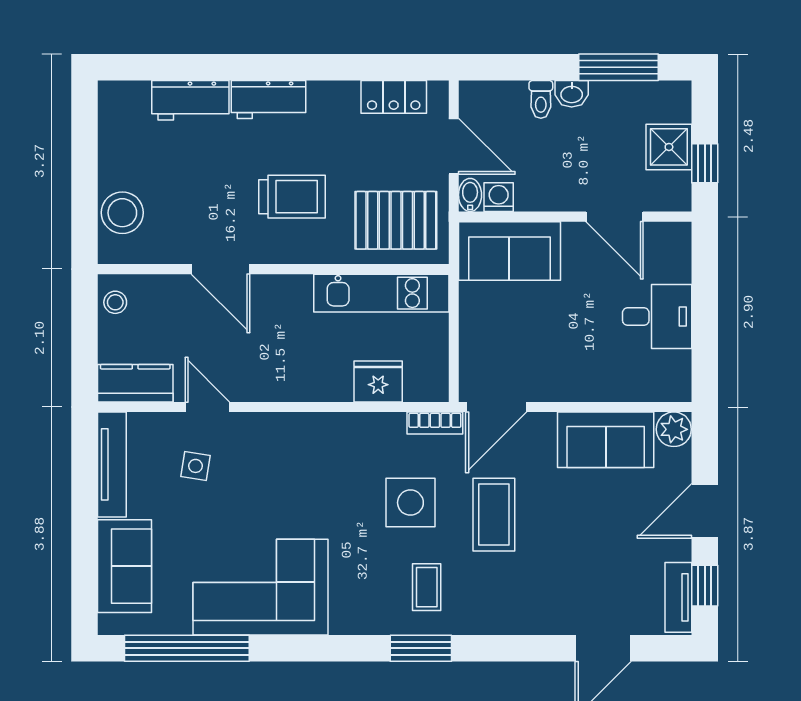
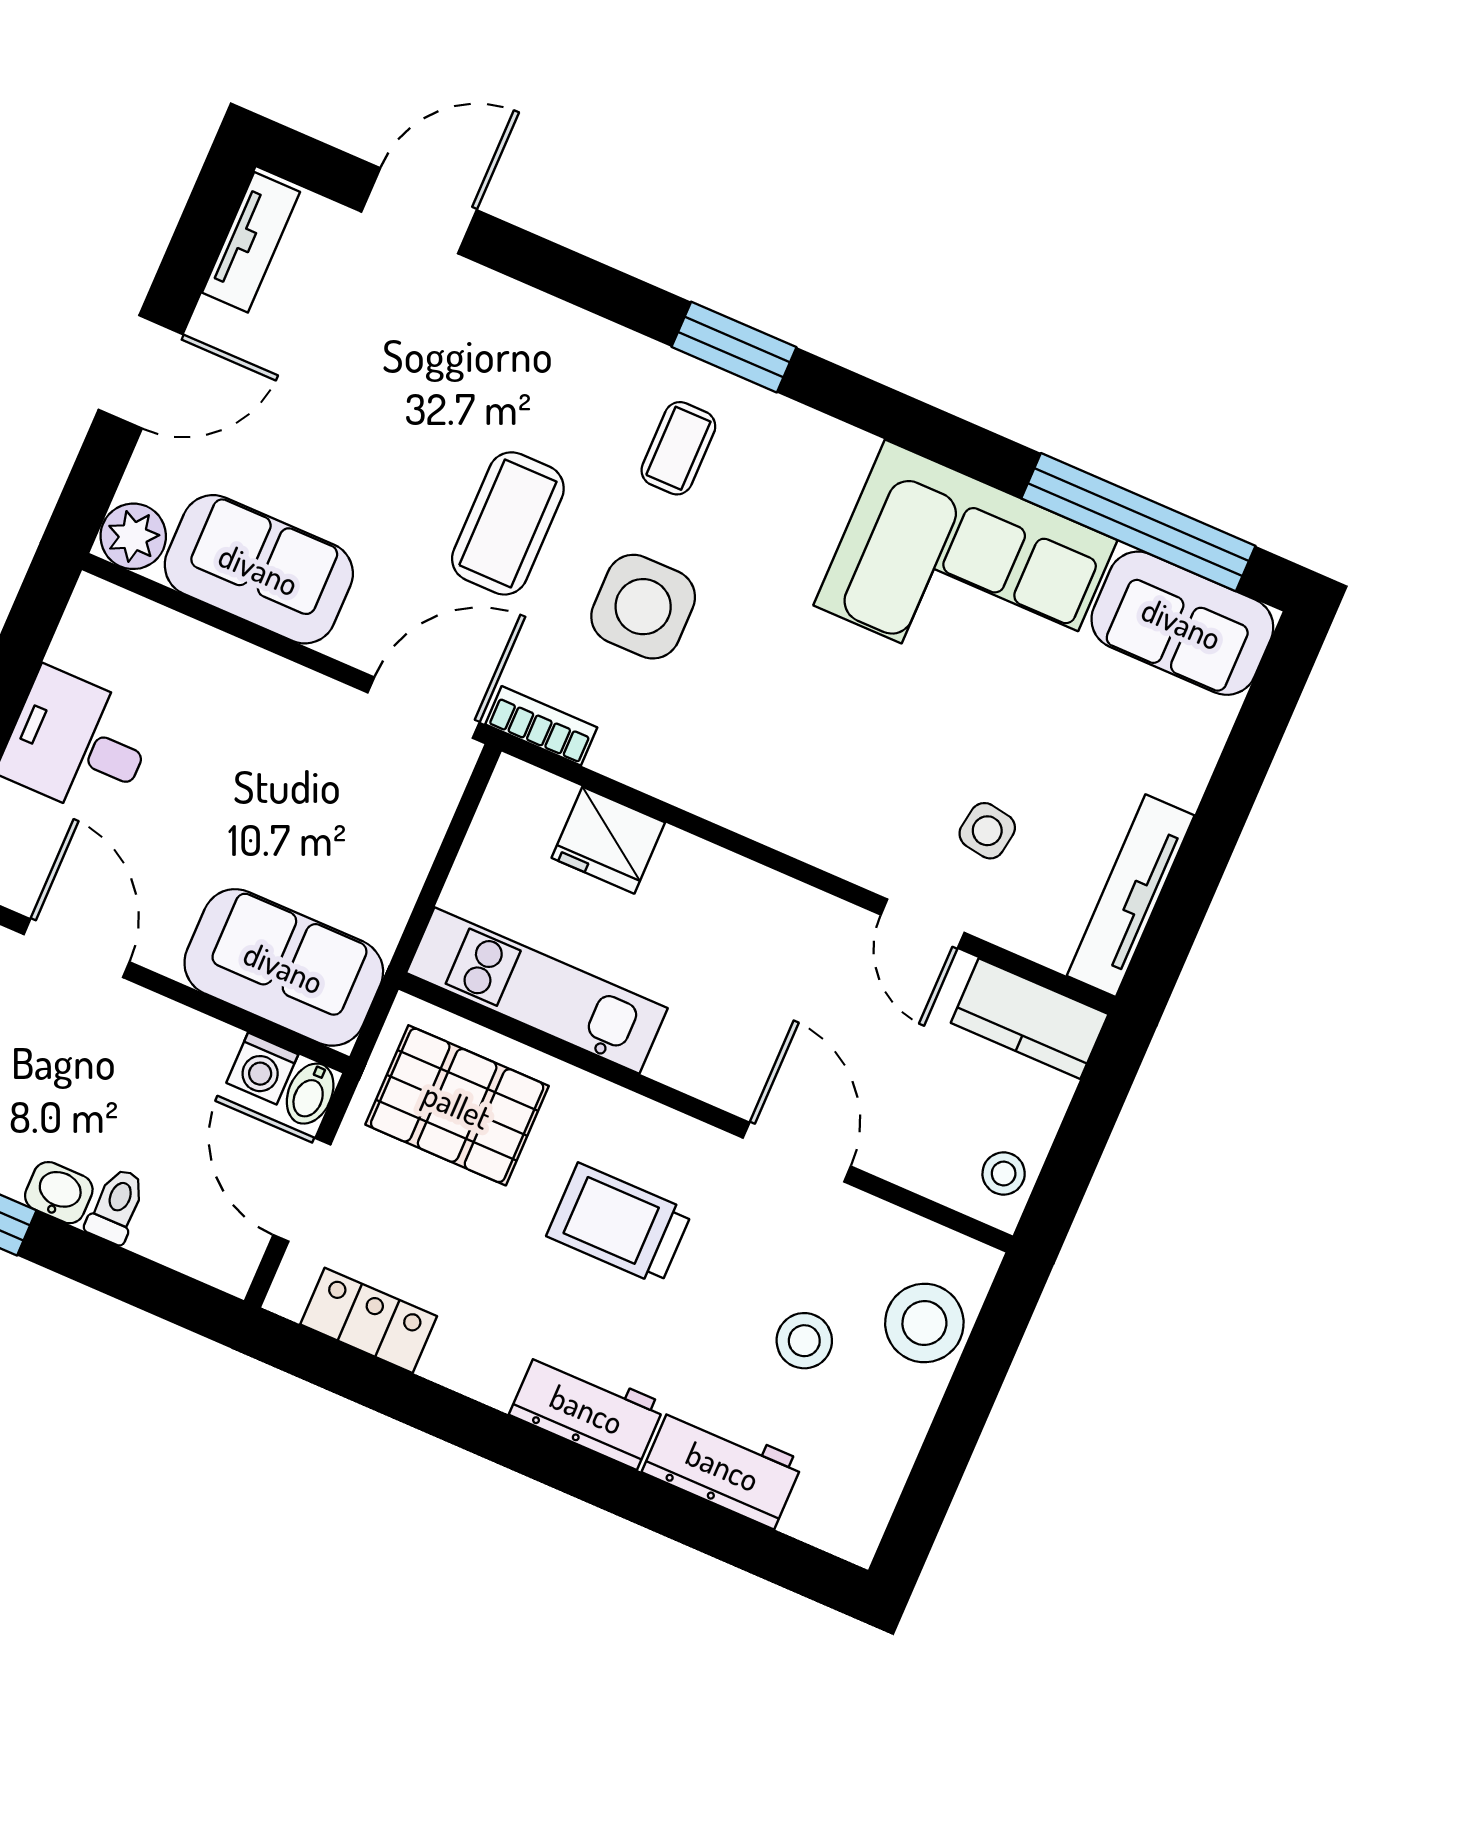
stool: (177, 179) -> (804, 1341), added
sofa: (125, 566) -> (1182, 623), moved, turned -90
window: (705, 586) -> (196, 243), removed

